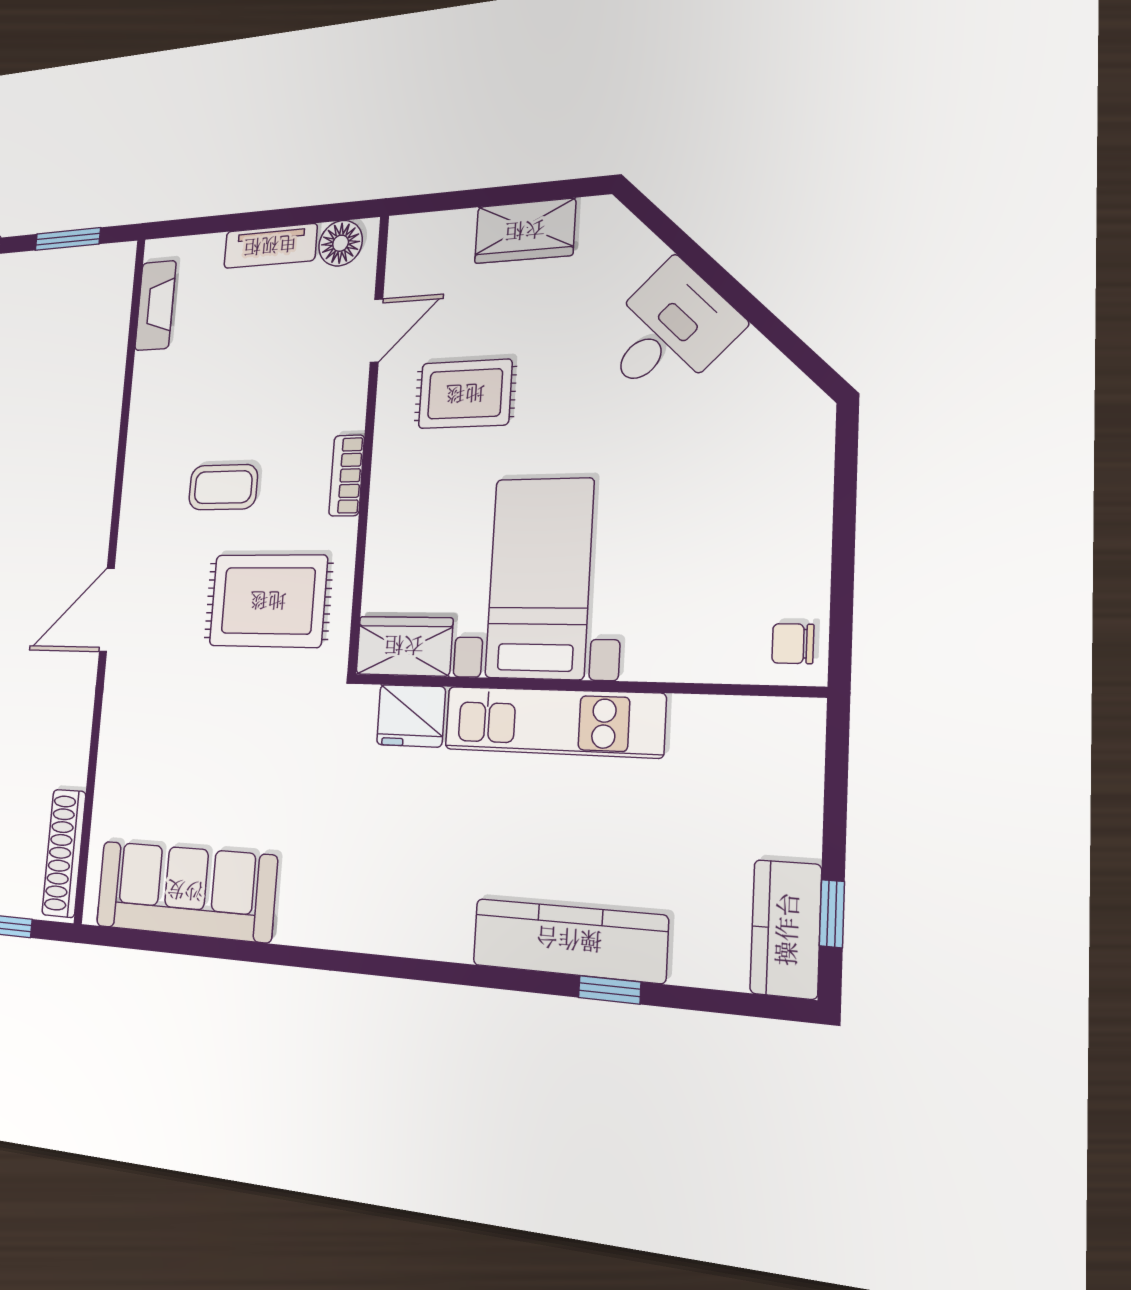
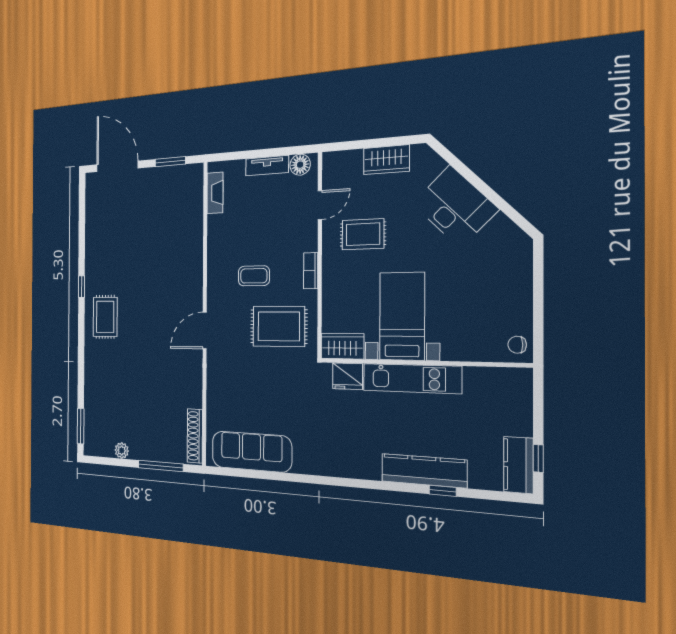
desk: (668, 332) -> (455, 207), width x1.37

